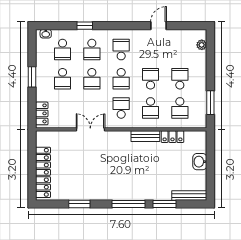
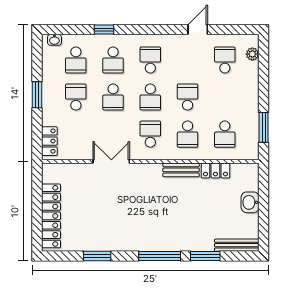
school desk: (63, 79) -> (76, 97), turned 180
school desk: (180, 79) -> (225, 60), moved

